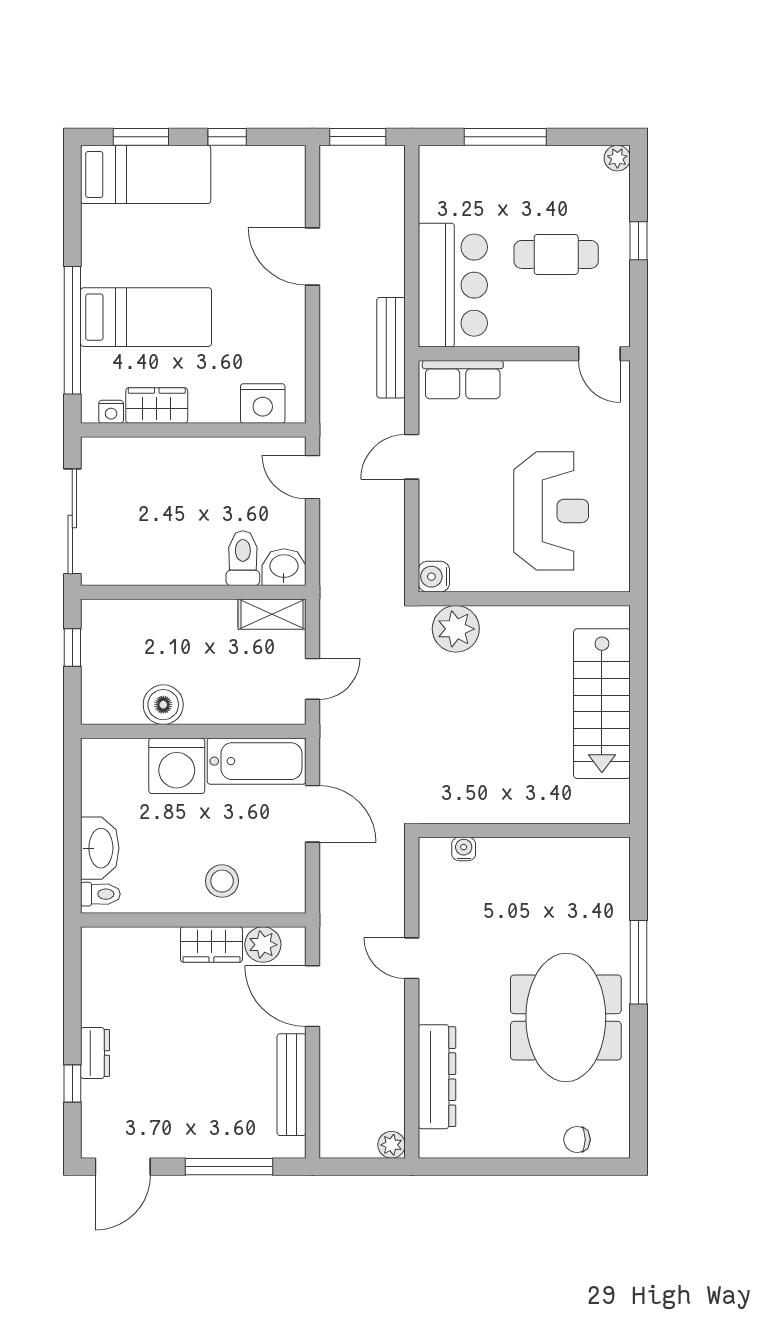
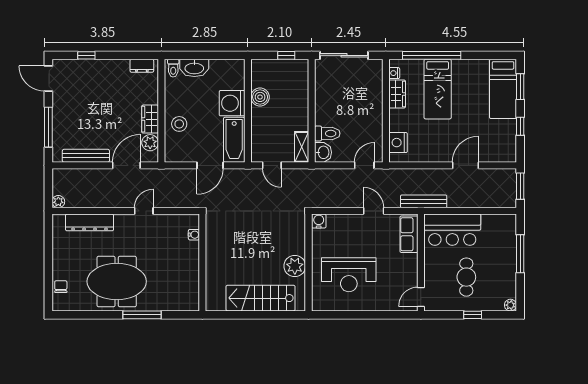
plant: (456, 629) -> (295, 266), moved
dresser: (95, 1053) -> (142, 66), moved

